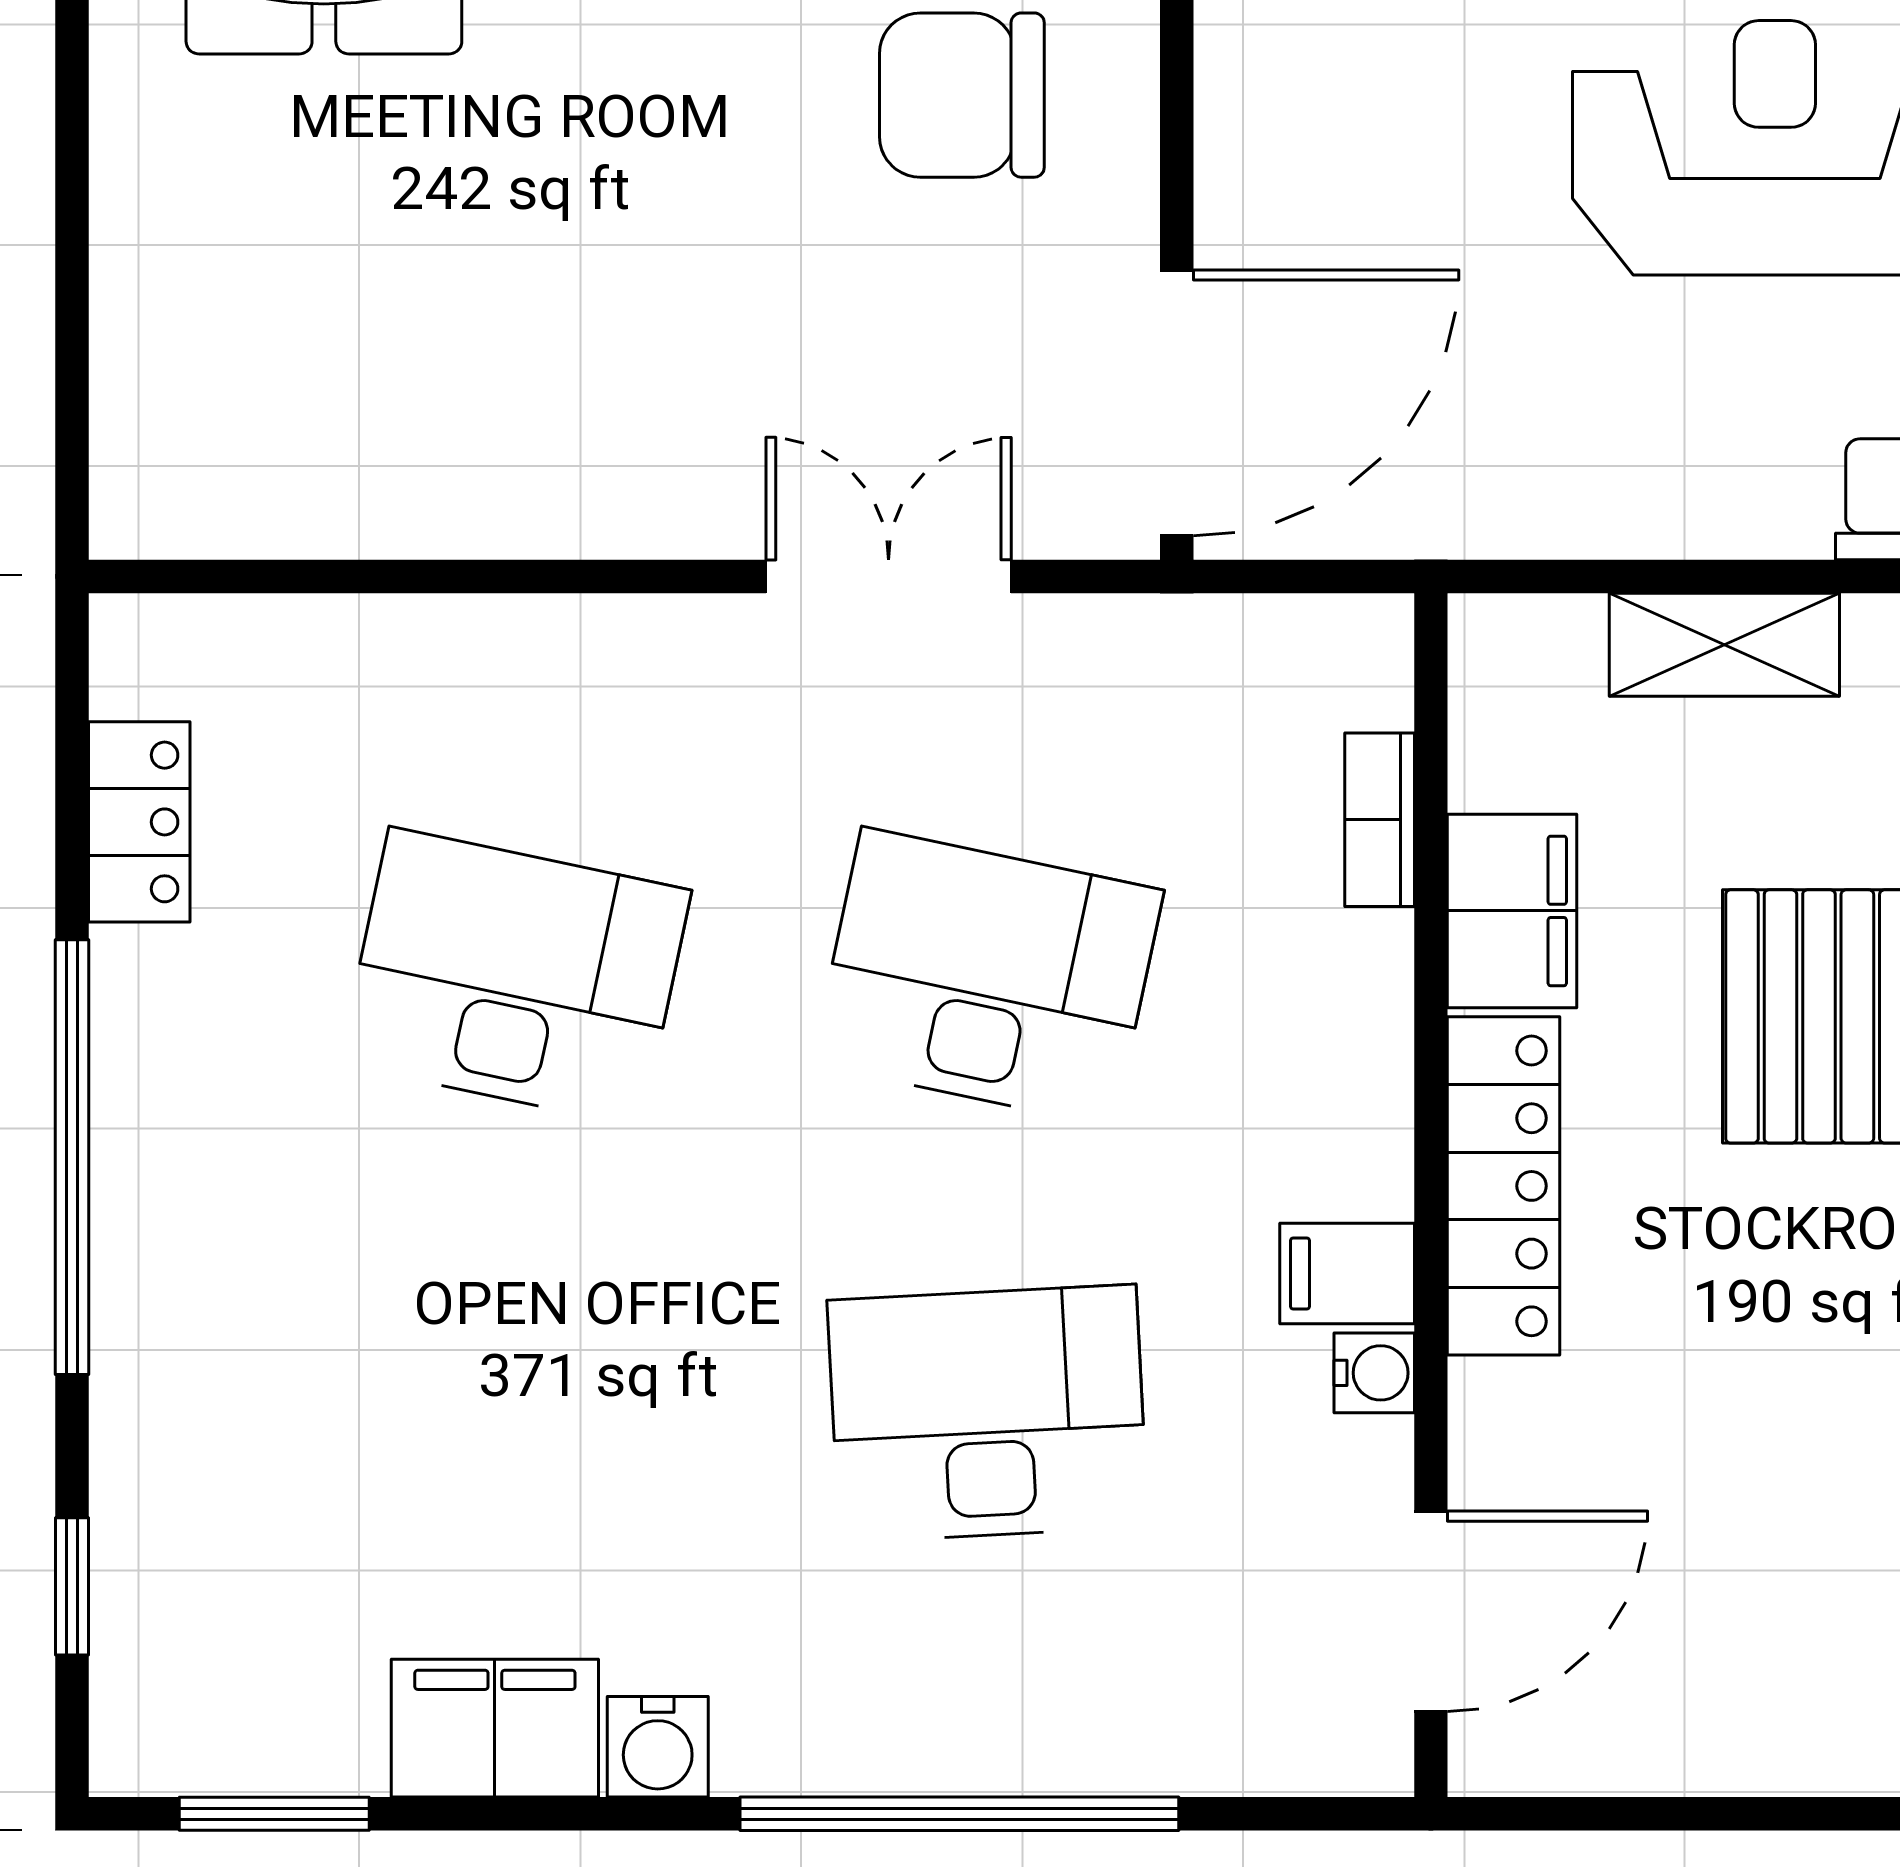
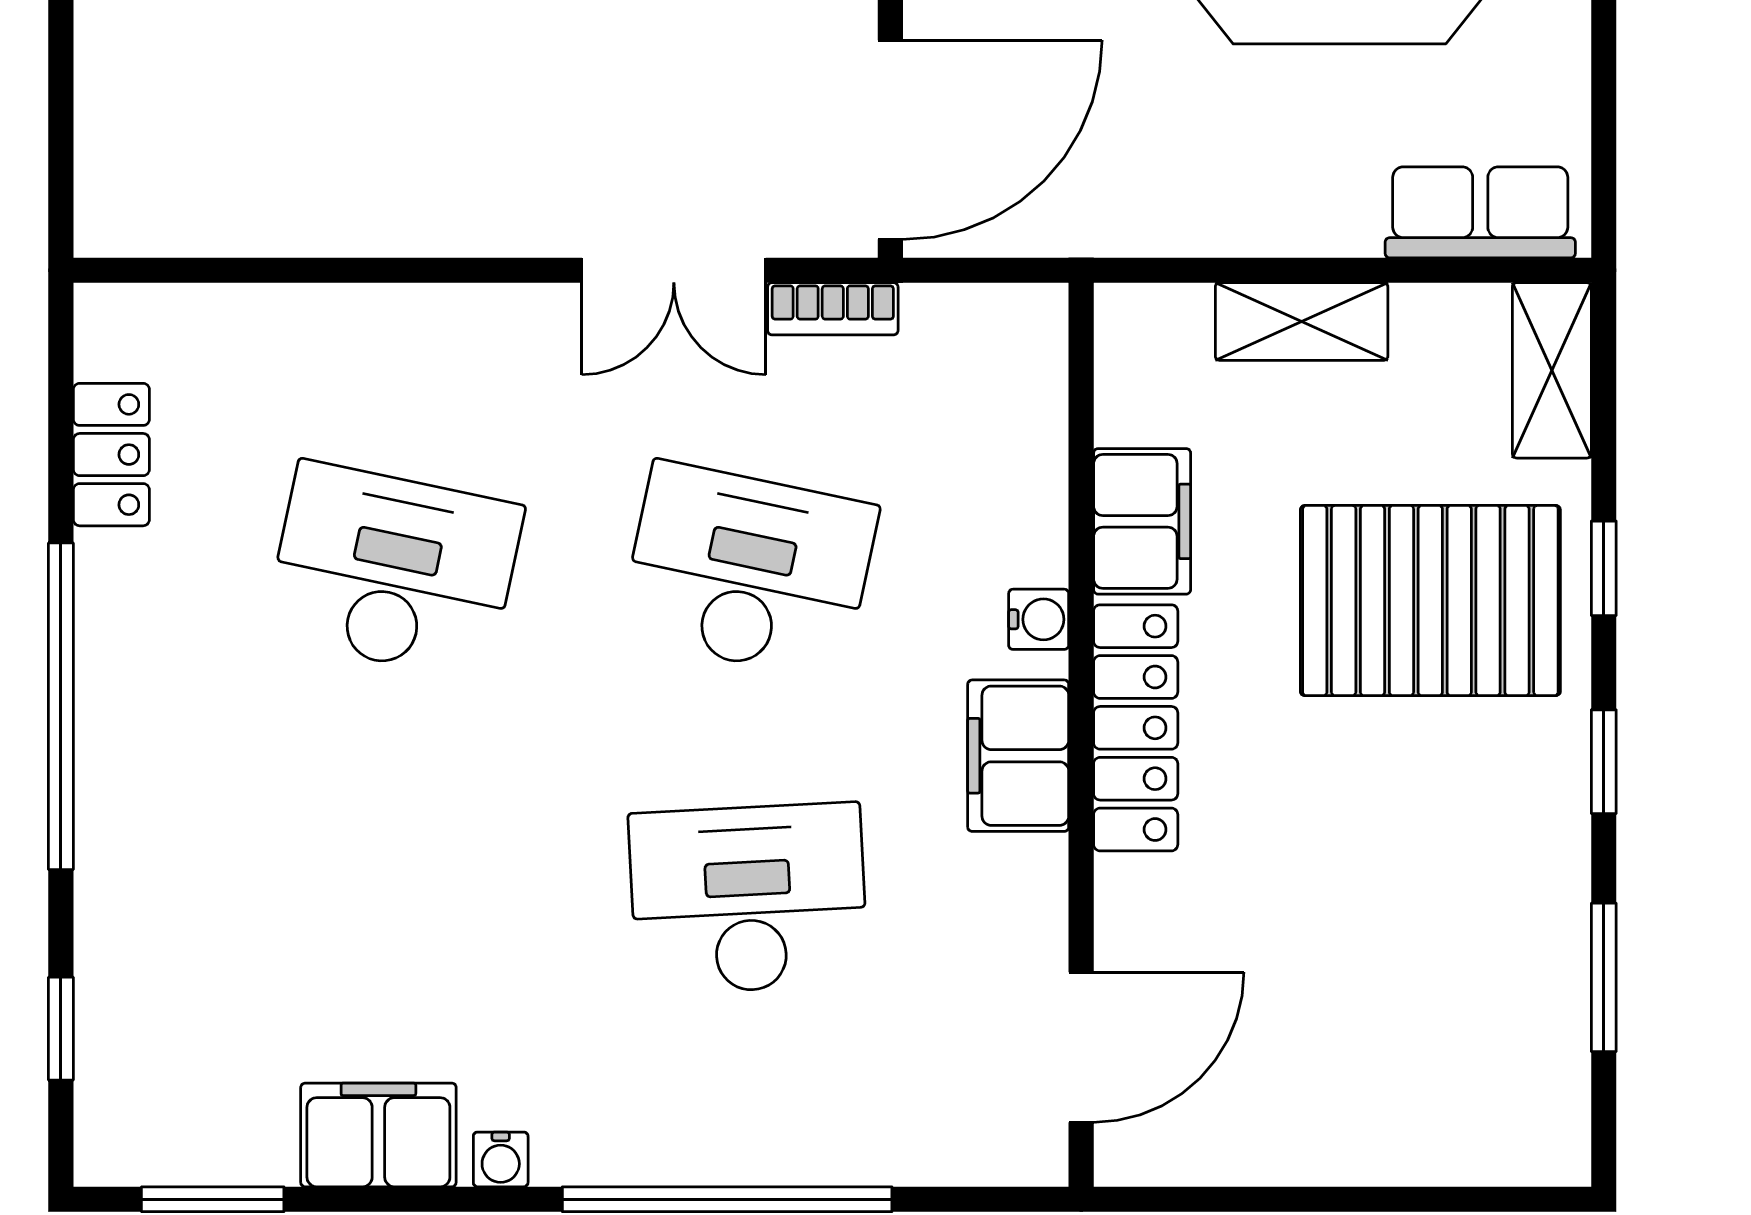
double door: (889, 576) -> (674, 270), swing flipped
bookcase: (1380, 820) -> (833, 309), moved, turned -90
filing cabinet: (1347, 1273) -> (1018, 756), width x2.00
water cooler: (1374, 1373) -> (1039, 619), moved
water cooler: (658, 1747) -> (501, 1159), width x0.72, depth x0.72

